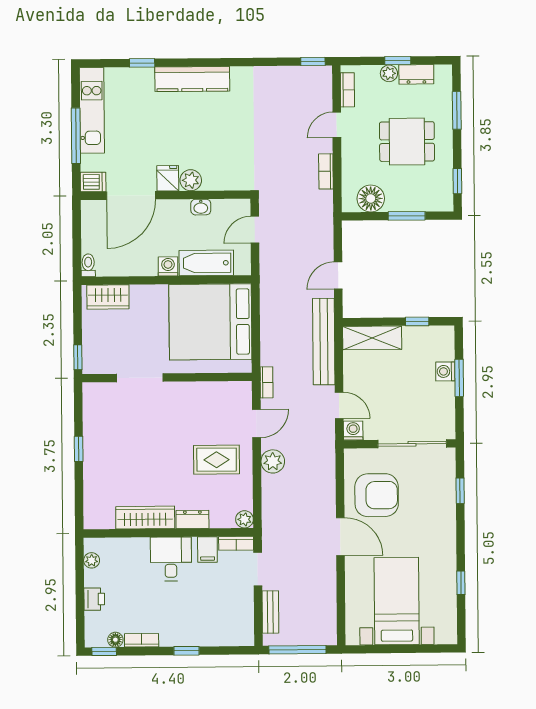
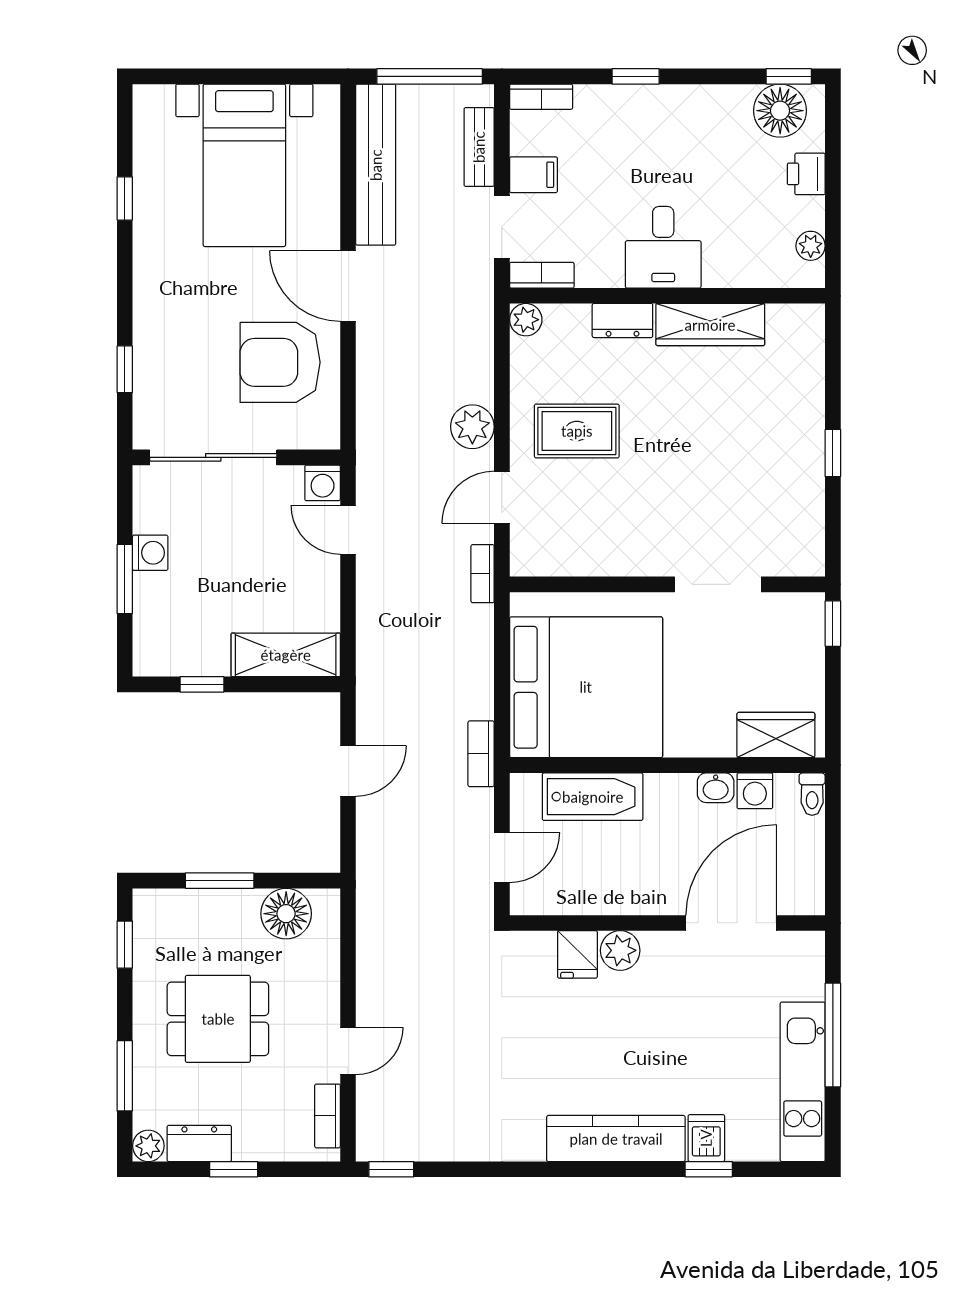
plant: (389, 73) -> (148, 1146), moved
bookcase: (326, 171) -> (481, 754), moved, turned 180
fridge: (168, 178) -> (577, 954), moved
dishwasher: (93, 182) -> (706, 1138), moved, turned 90
washbasin: (201, 207) -> (716, 788), moved, turned 180
washing machine: (168, 266) -> (755, 791), moved
bench: (324, 342) -> (376, 165), moved
washing machine: (445, 371) -> (150, 553), moved
filing cabinet: (207, 550) -> (534, 175), moved, turned 90
floor lamp: (115, 640) -> (780, 111), width x1.89, depth x1.89
bookcase: (142, 640) -> (541, 97), moved

